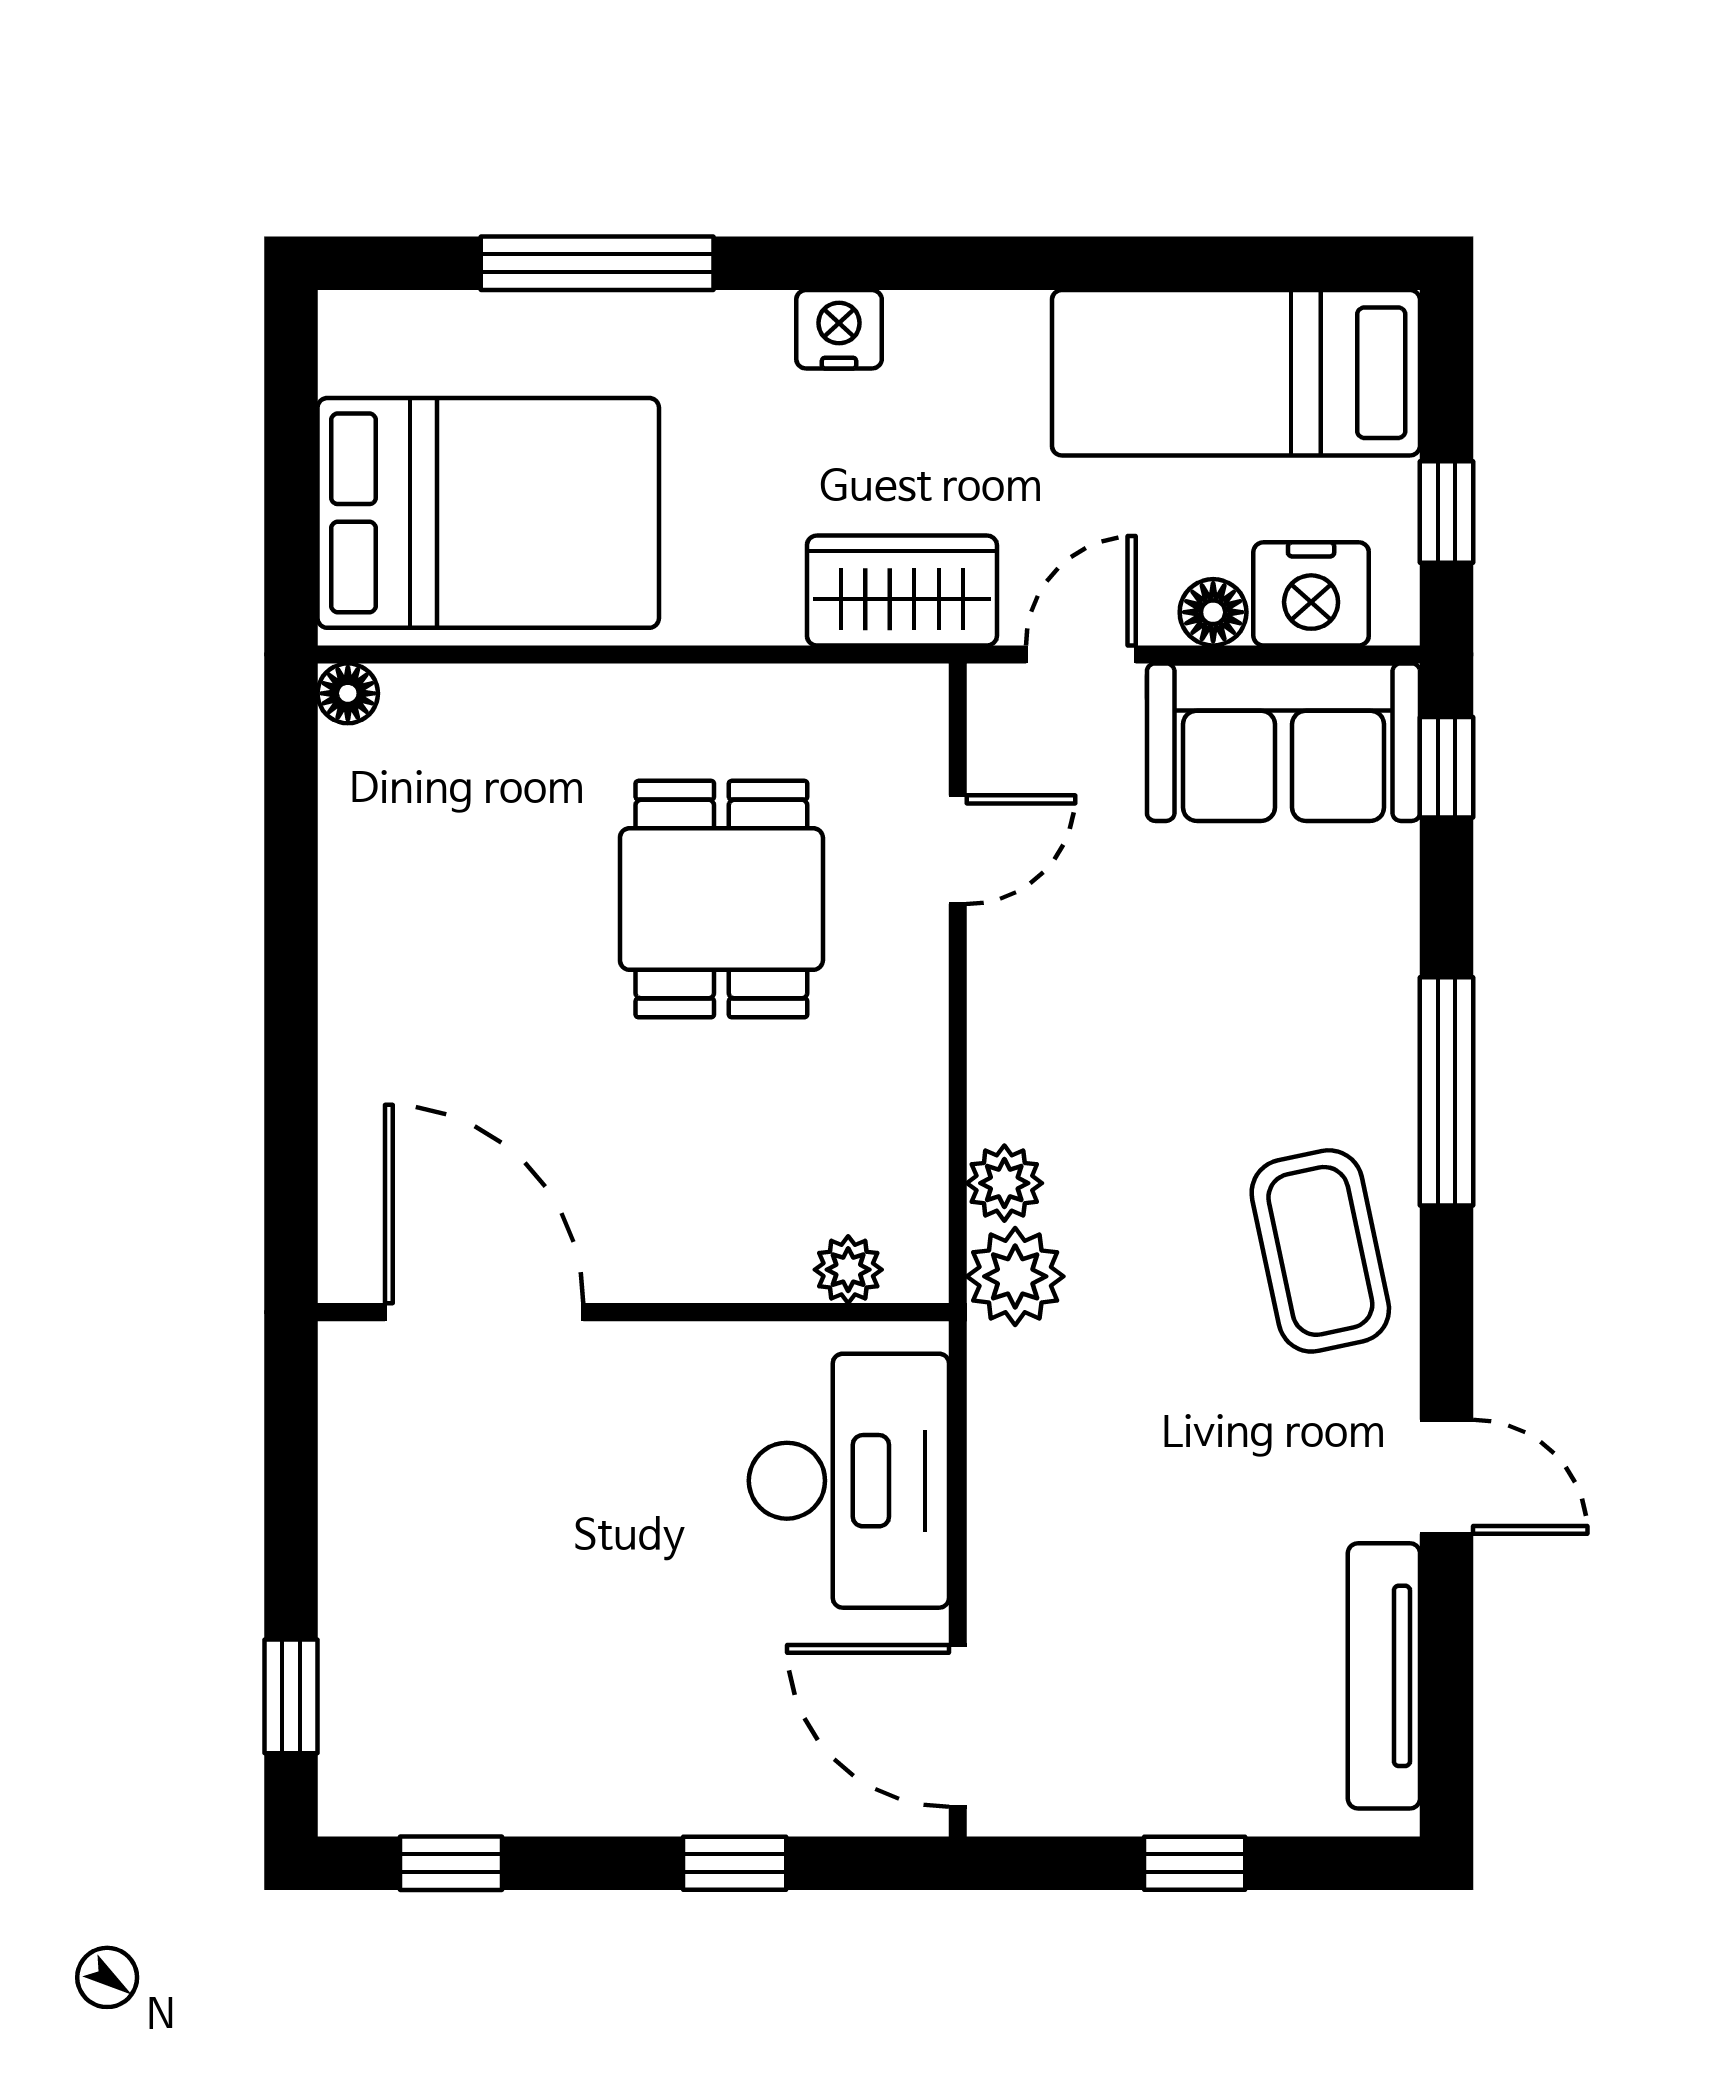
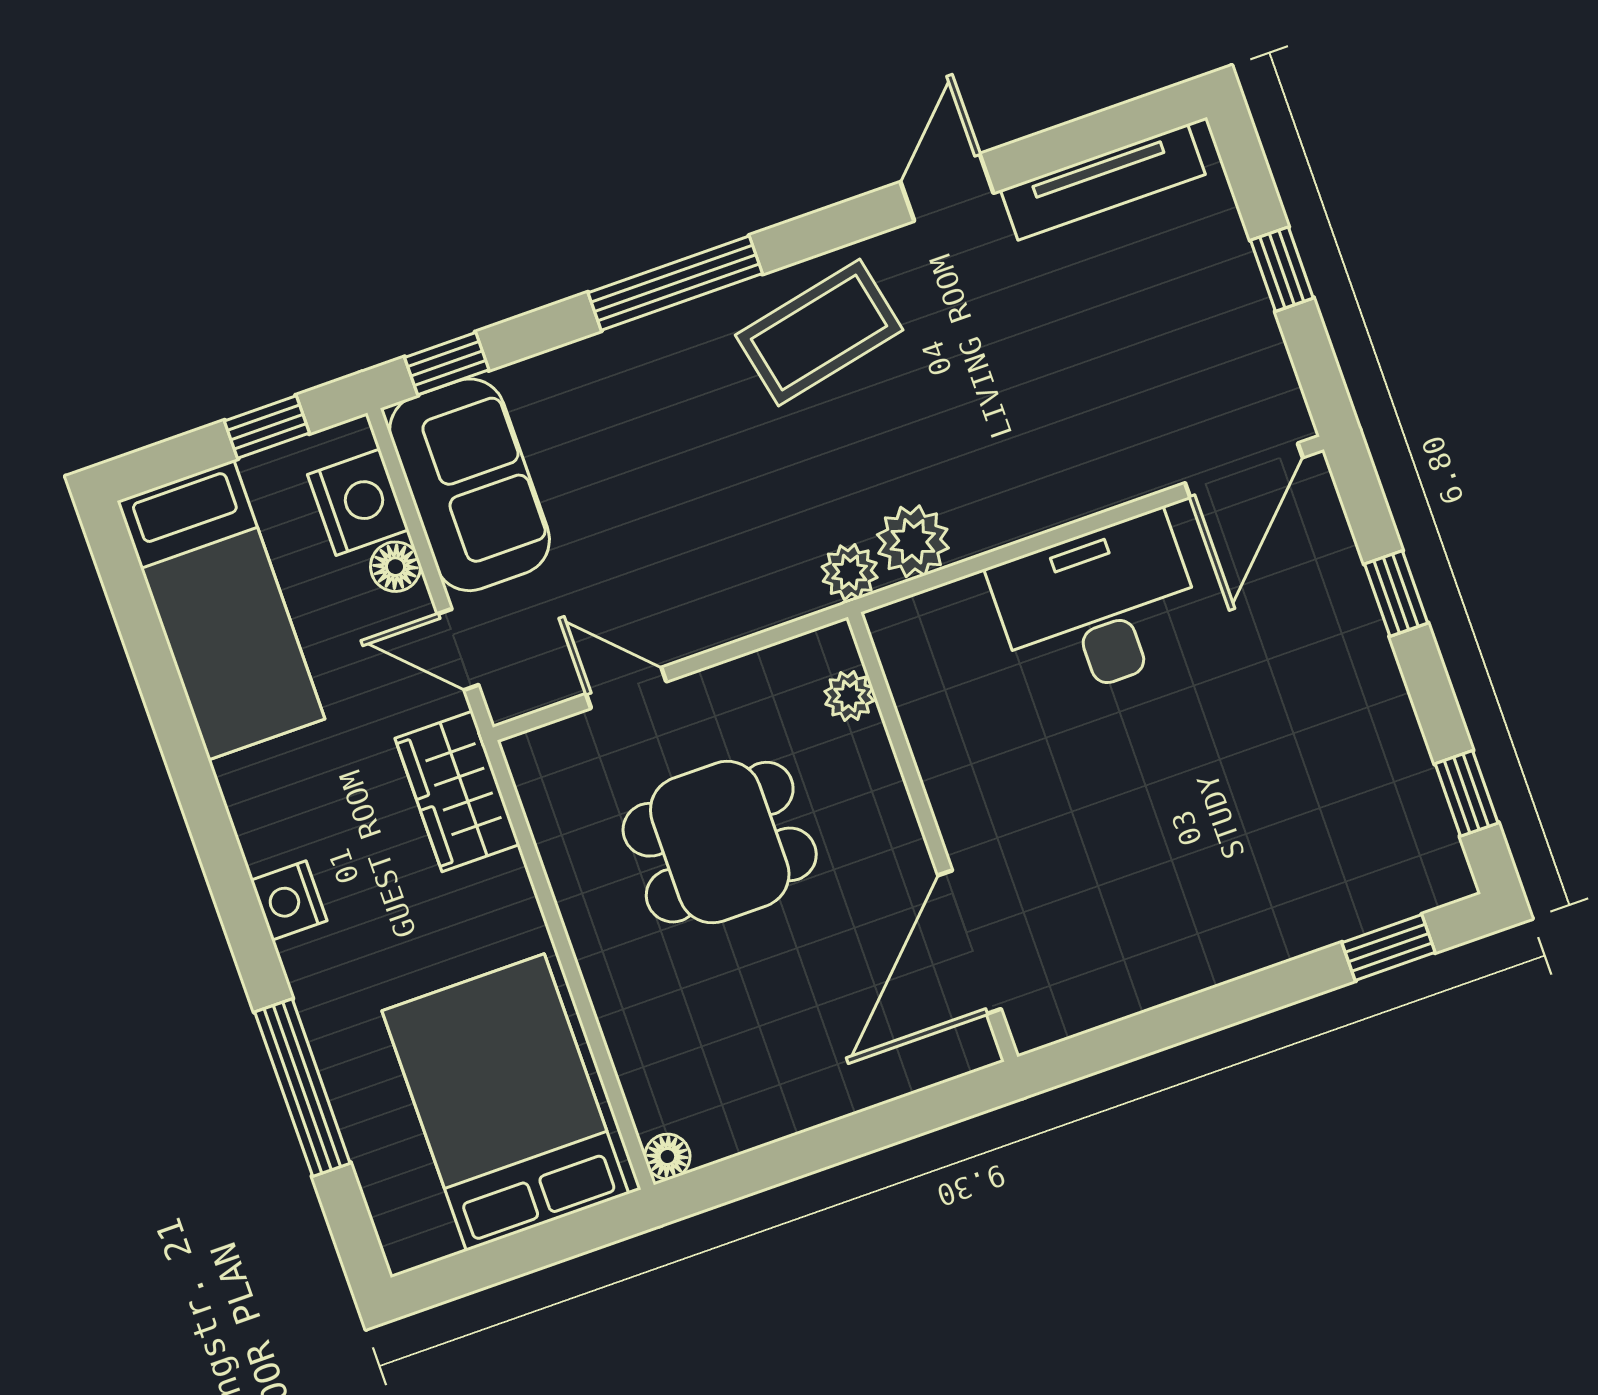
plant: (848, 1270) -> (849, 696), moved
door: (484, 1312) -> (970, 942), moved
wall: (633, 1312) -> (933, 837), moved

